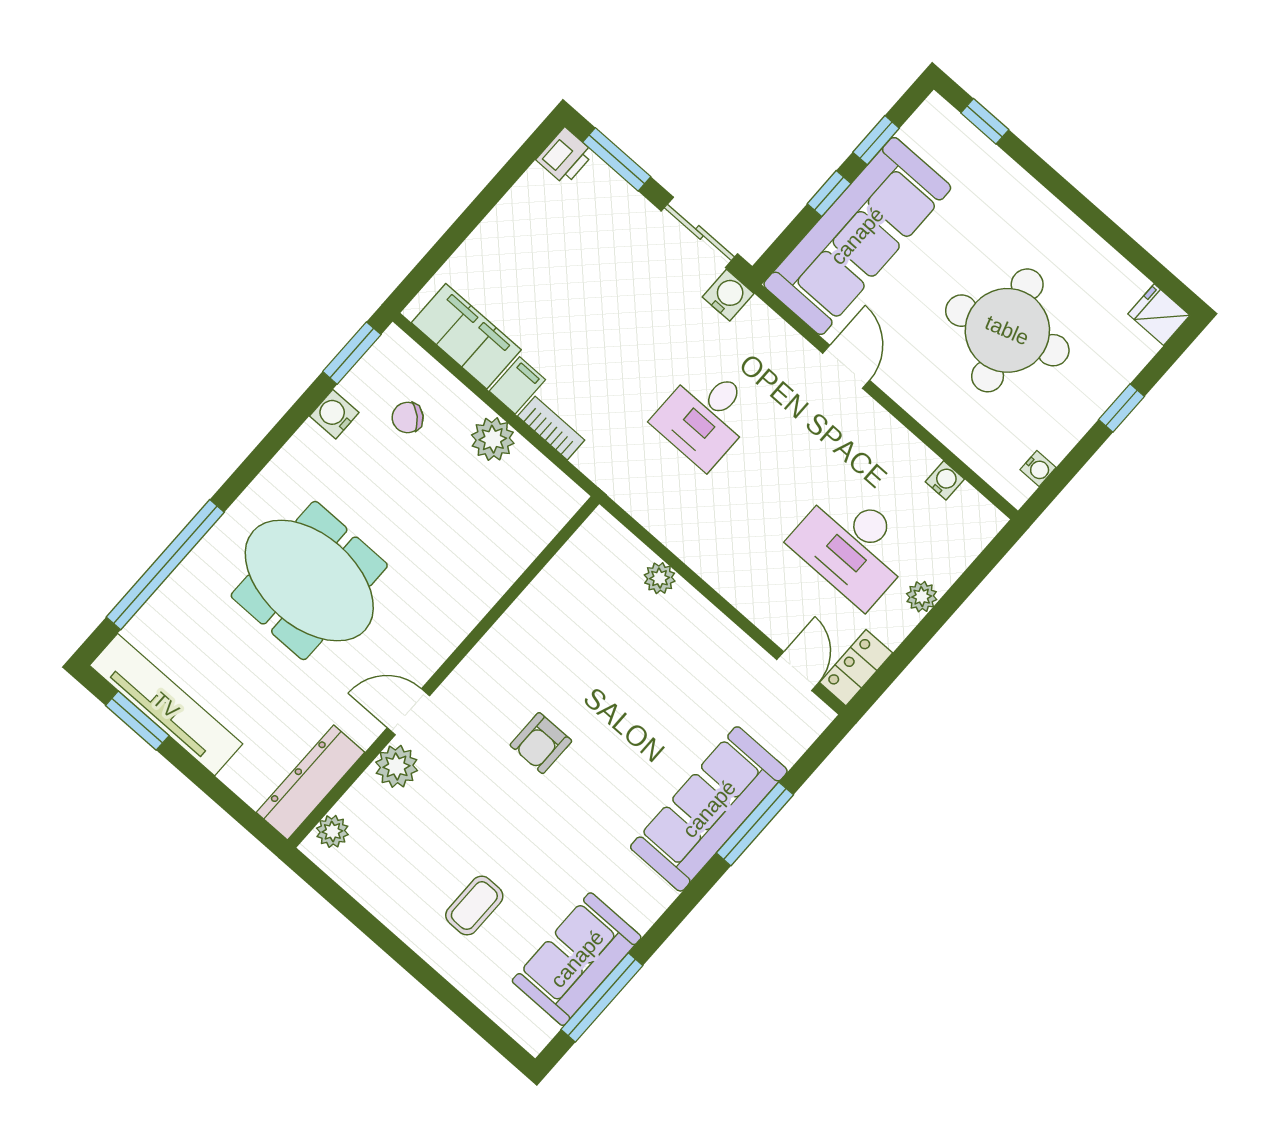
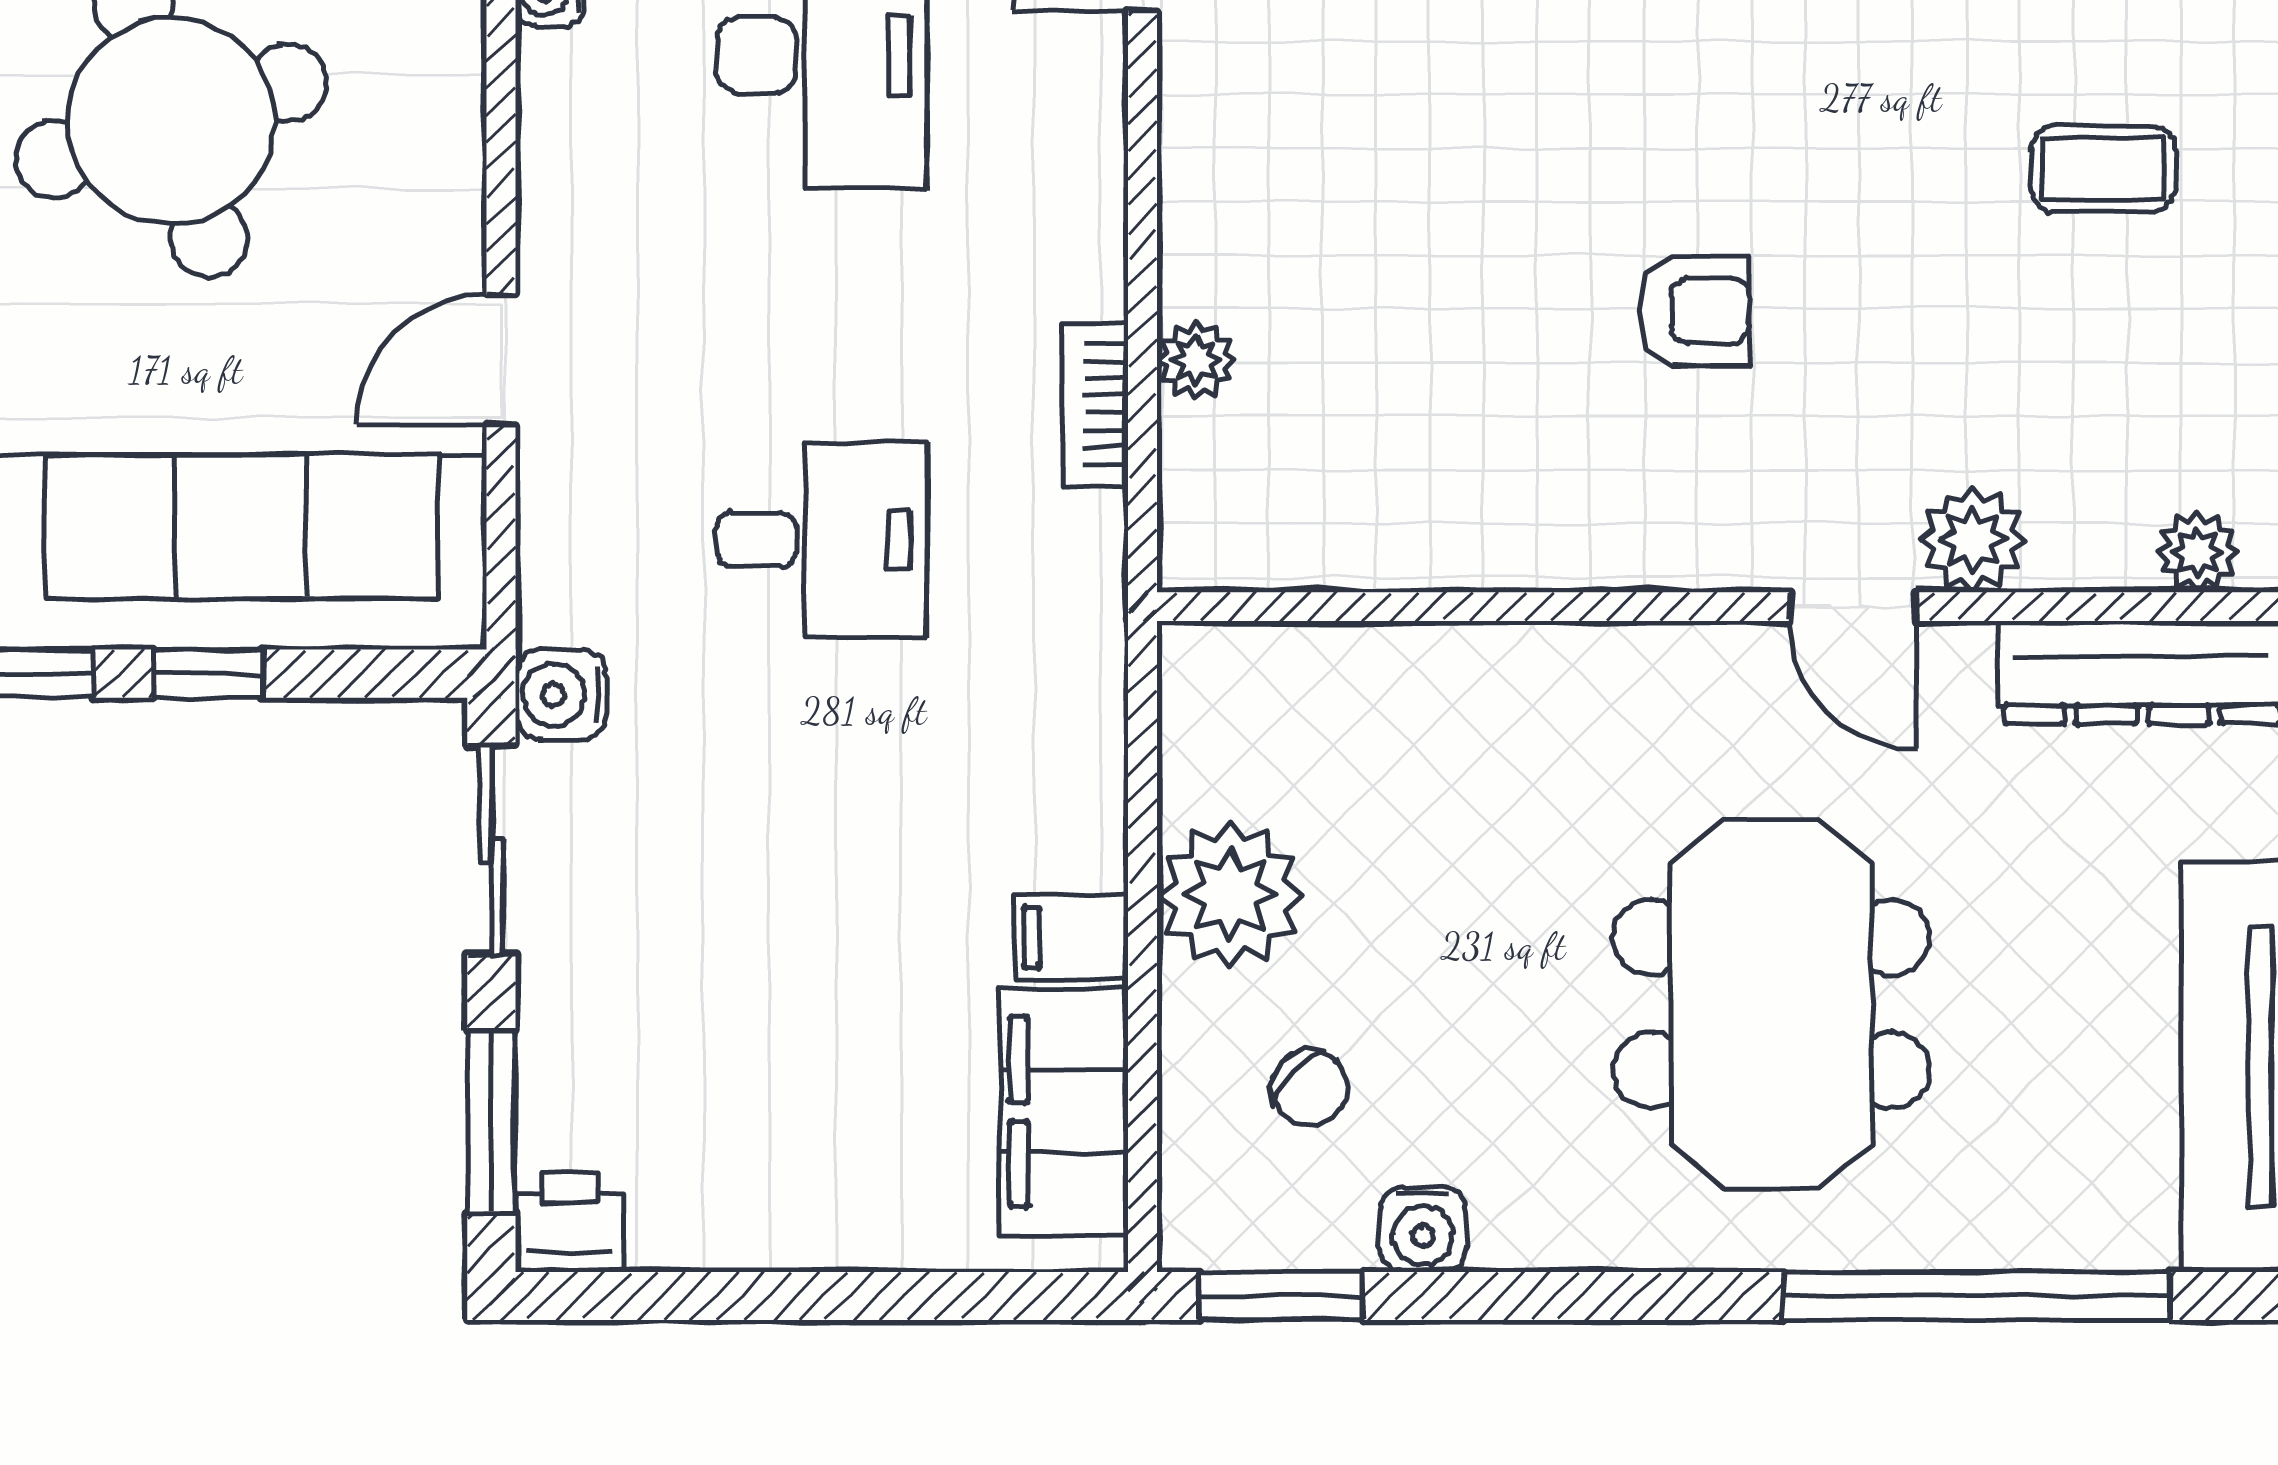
bookcase: (551, 428) -> (1095, 404), moved
plant: (493, 439) -> (1230, 895), width x1.36, depth x1.36

